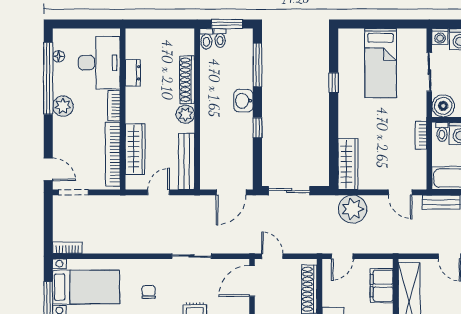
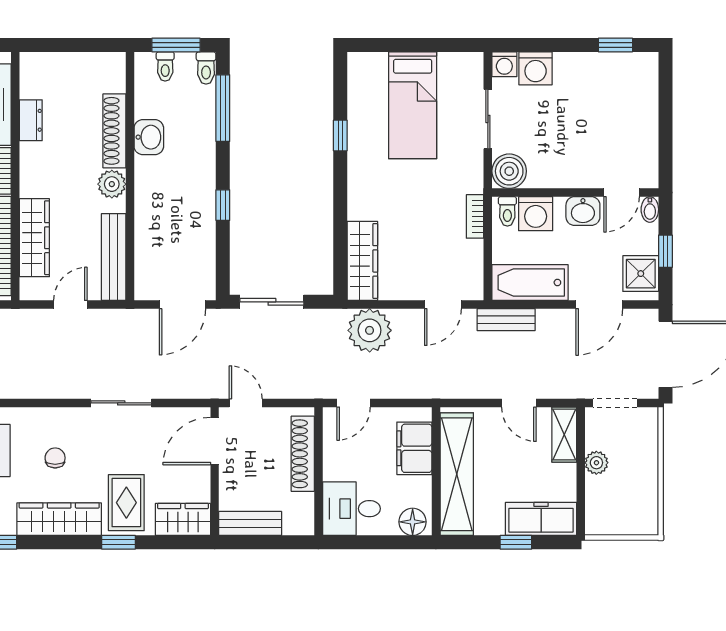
toilet: (206, 39) -> (206, 68), moved
washbasin: (243, 101) -> (149, 137), moved, turned 180
door: (400, 192) -> (443, 305), hinge flipped

